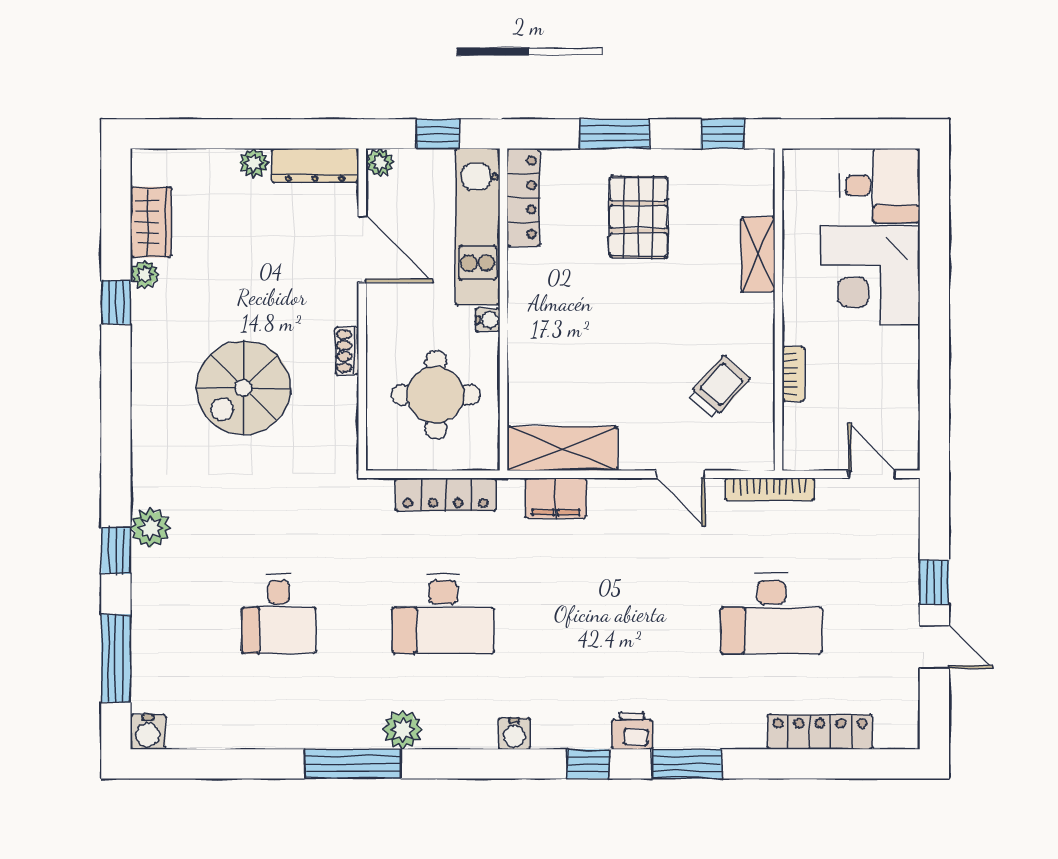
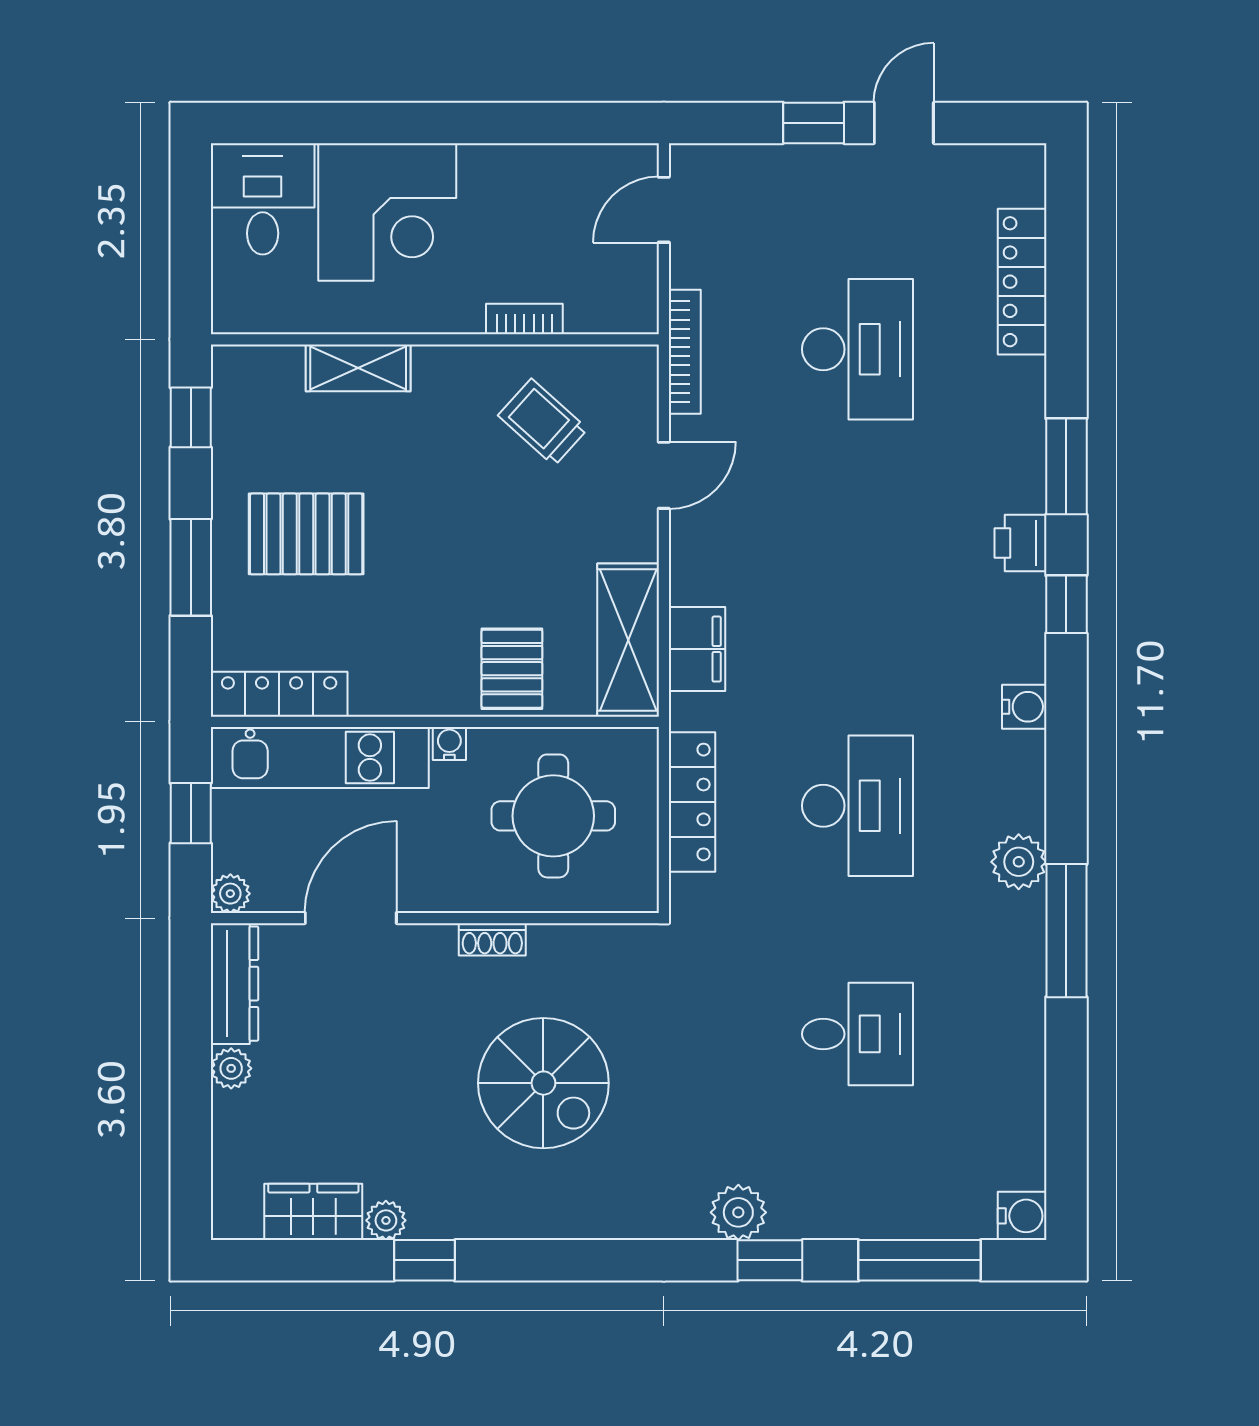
pallet: (542, 365) -> (512, 669), added

